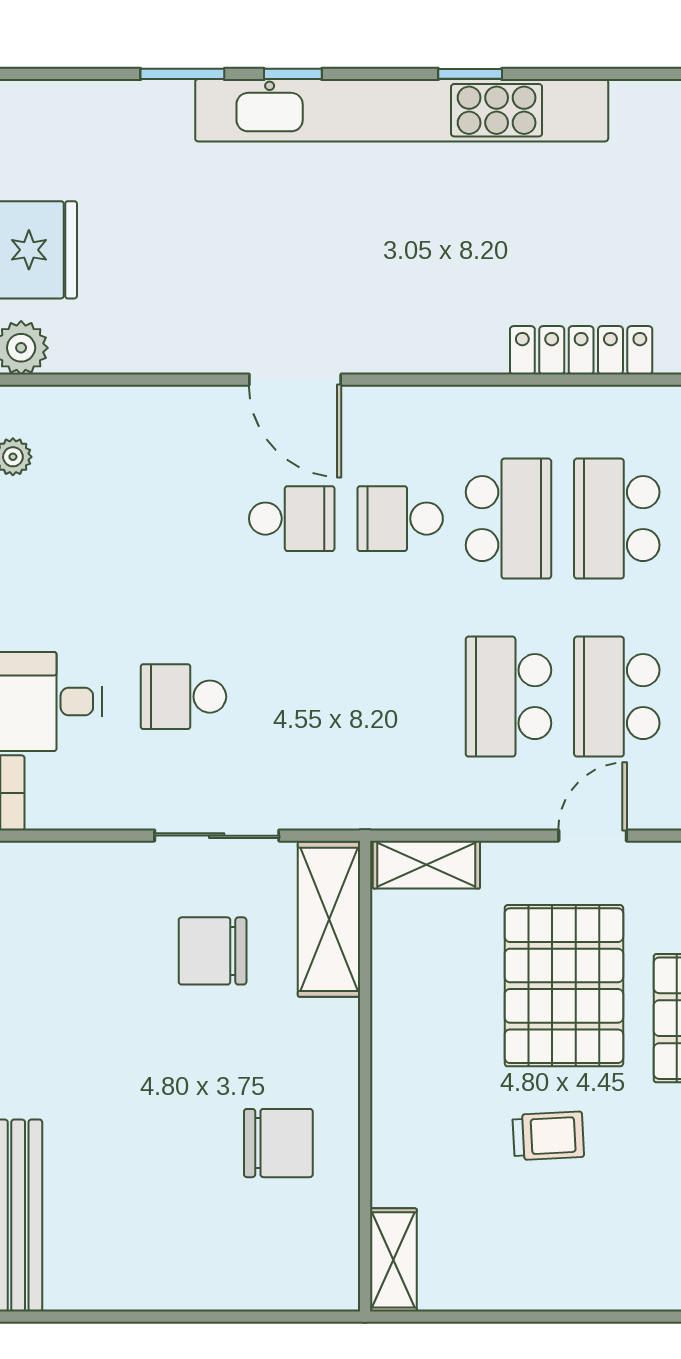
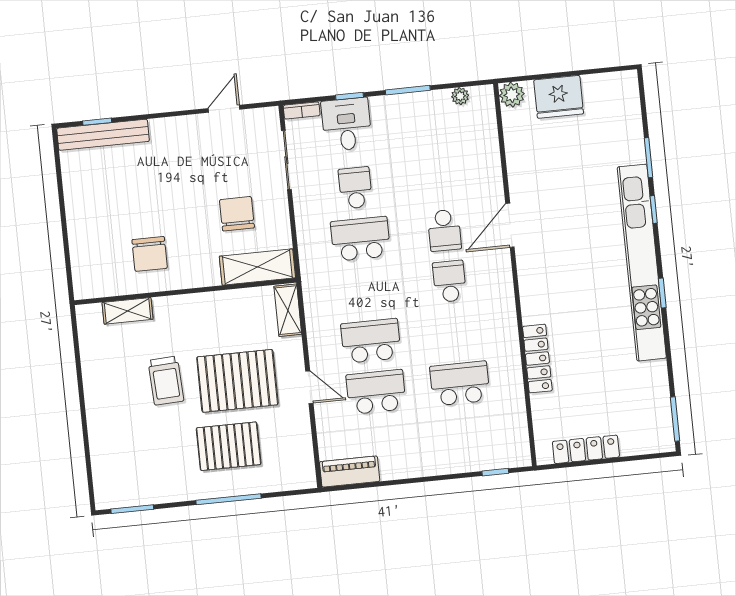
school desk: (508, 519) -> (360, 239), moved, turned 180
sliding door: (217, 836) -> (286, 160), moved
trolley: (548, 1136) -> (166, 381), width x1.36, depth x1.39
shelving: (393, 1260) -> (128, 311), moved

